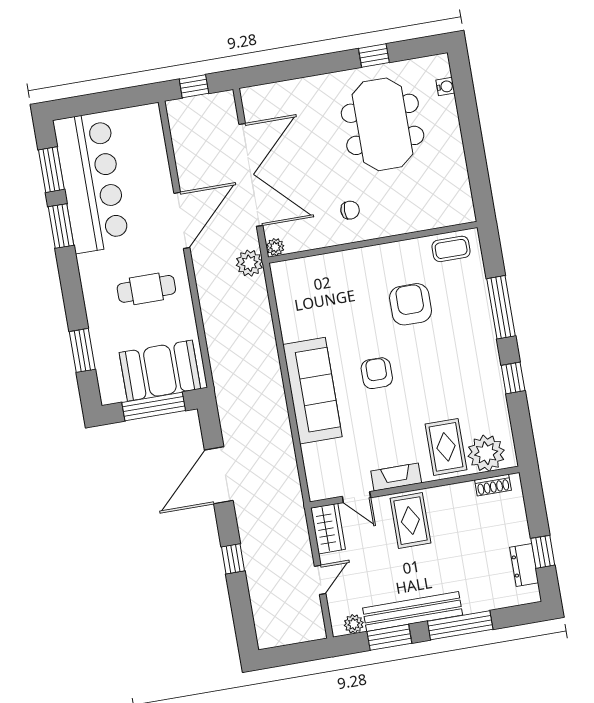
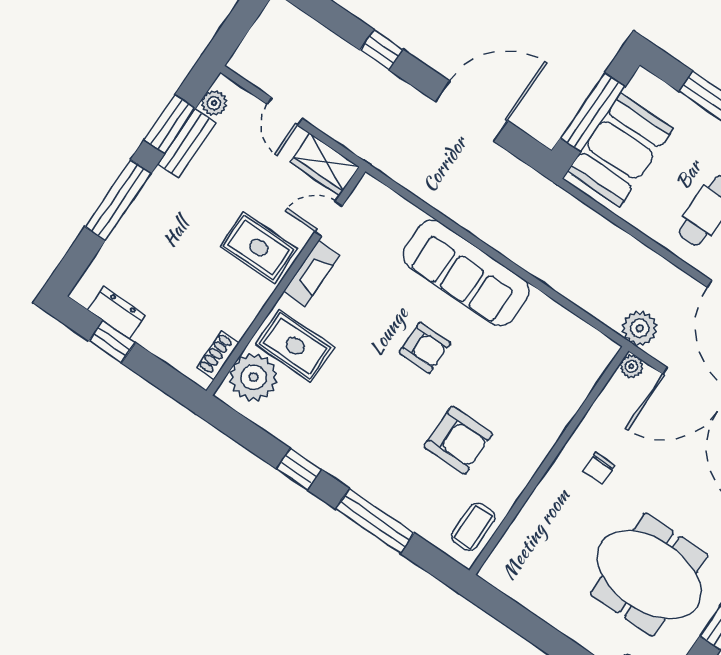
door: (219, 475) -> (471, 111), hinge flipped
bench: (413, 612) -> (187, 143), width x0.54, depth x0.82

